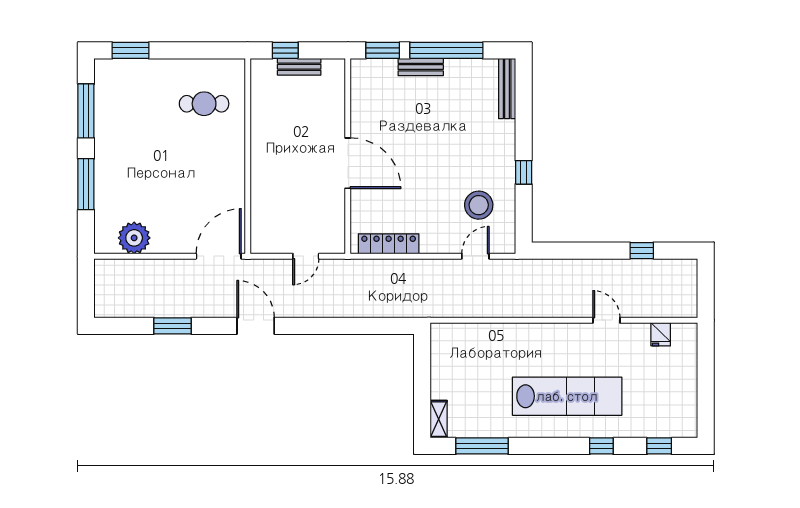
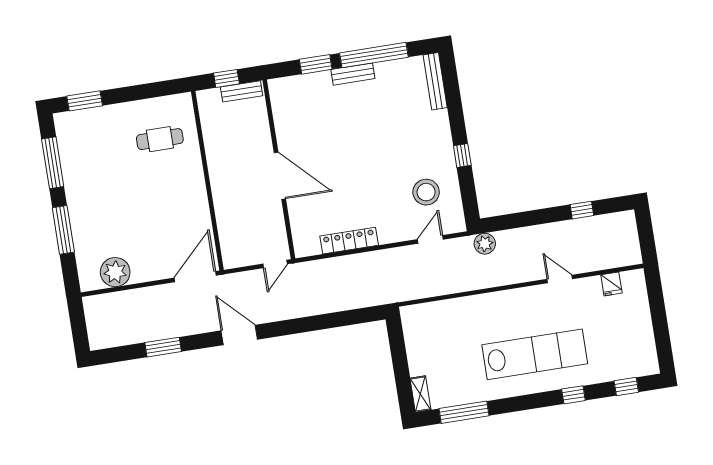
wall: (348, 156) -> (279, 169), moved
door: (348, 163) -> (280, 176), moved
plant: (533, 270) -> (485, 244), added

